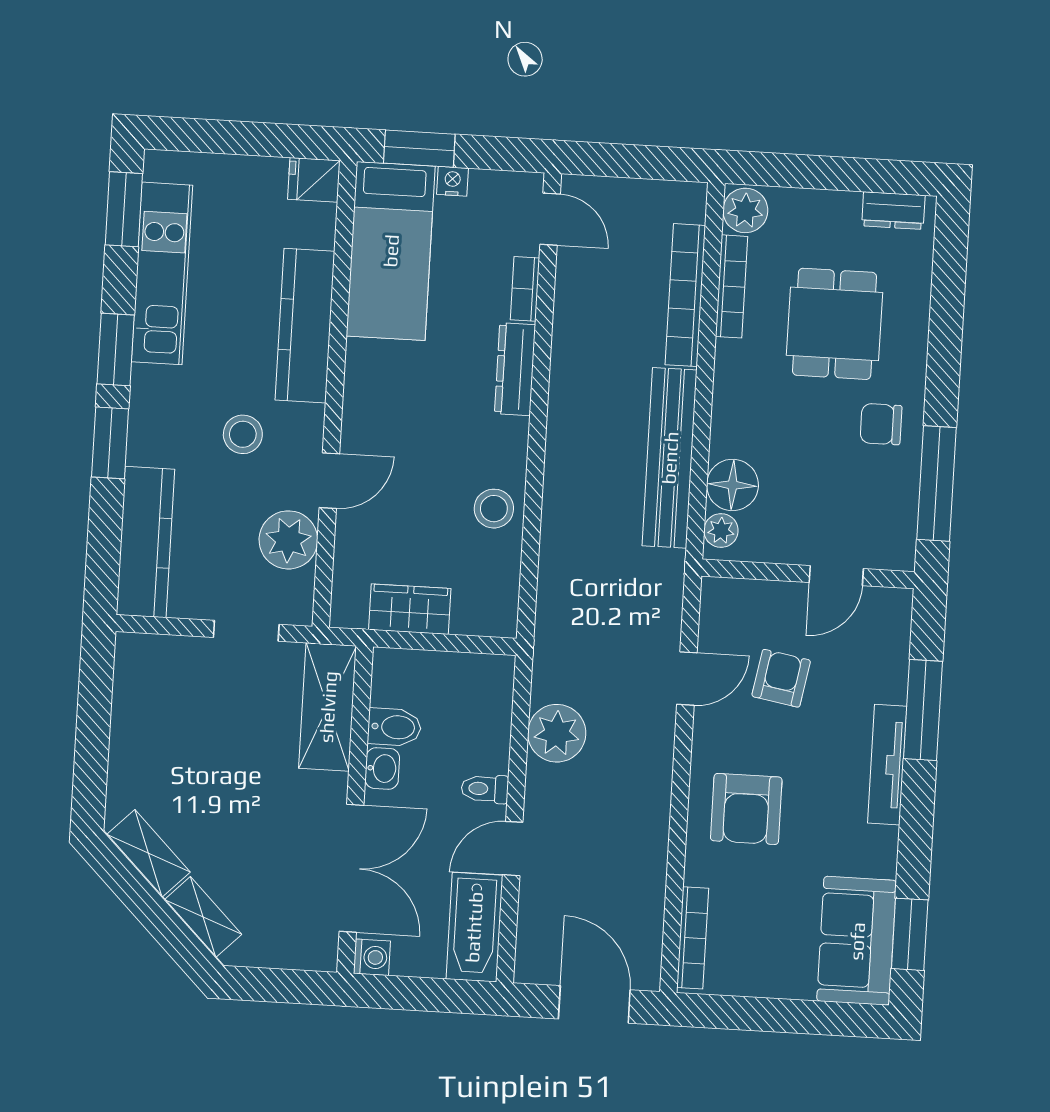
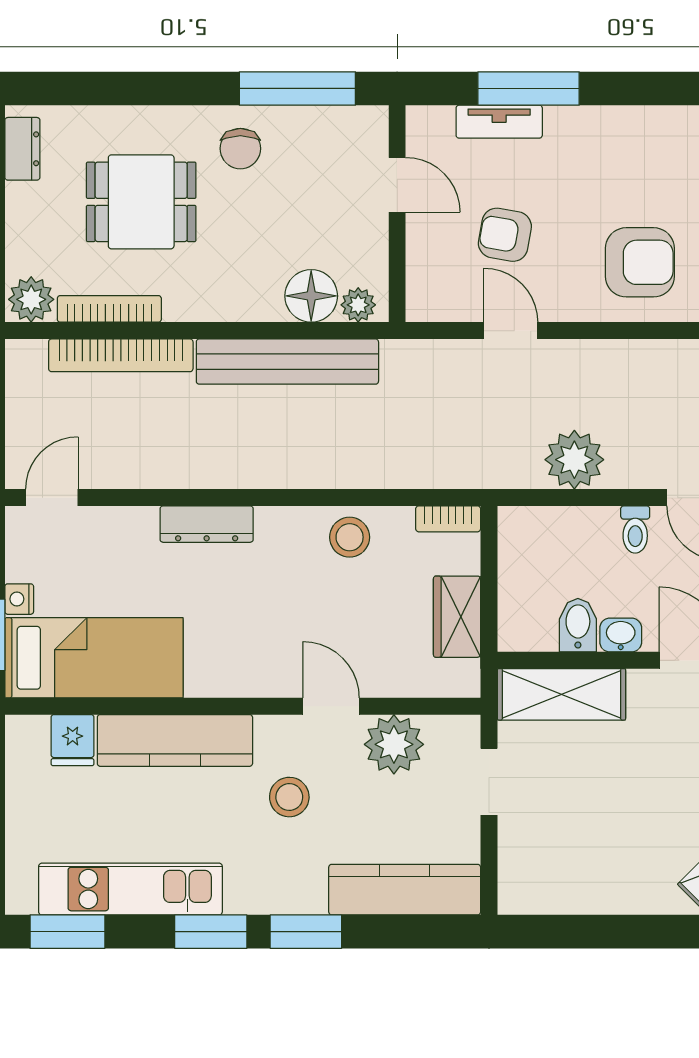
fridge: (314, 180) -> (73, 740), moved
bookcase: (525, 289) -> (448, 519), moved
tv unit: (887, 765) -> (499, 122), moved, width x0.71

